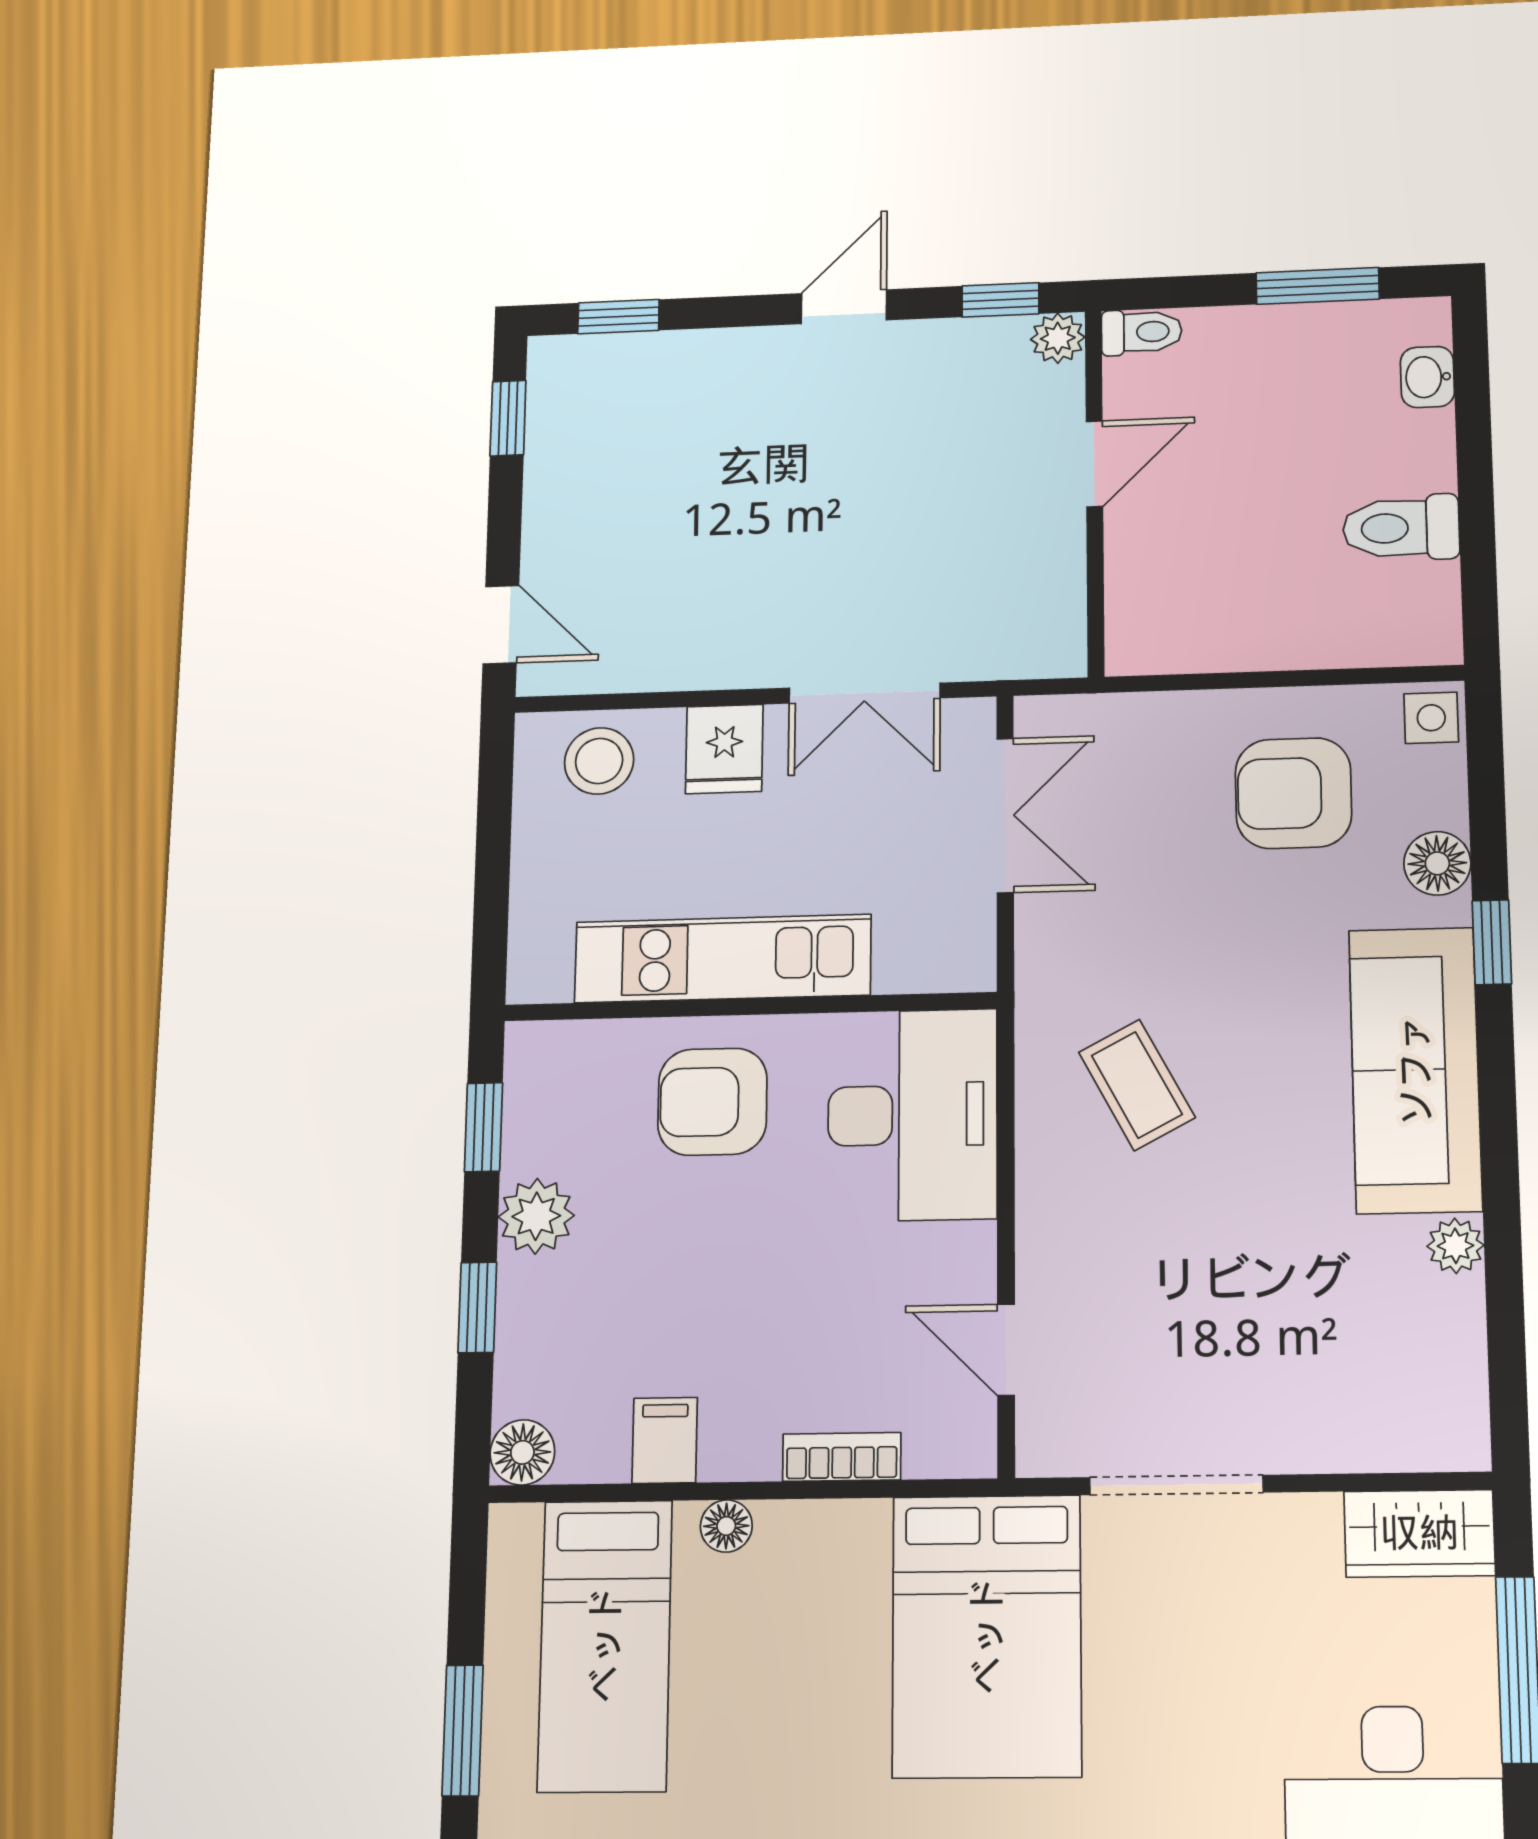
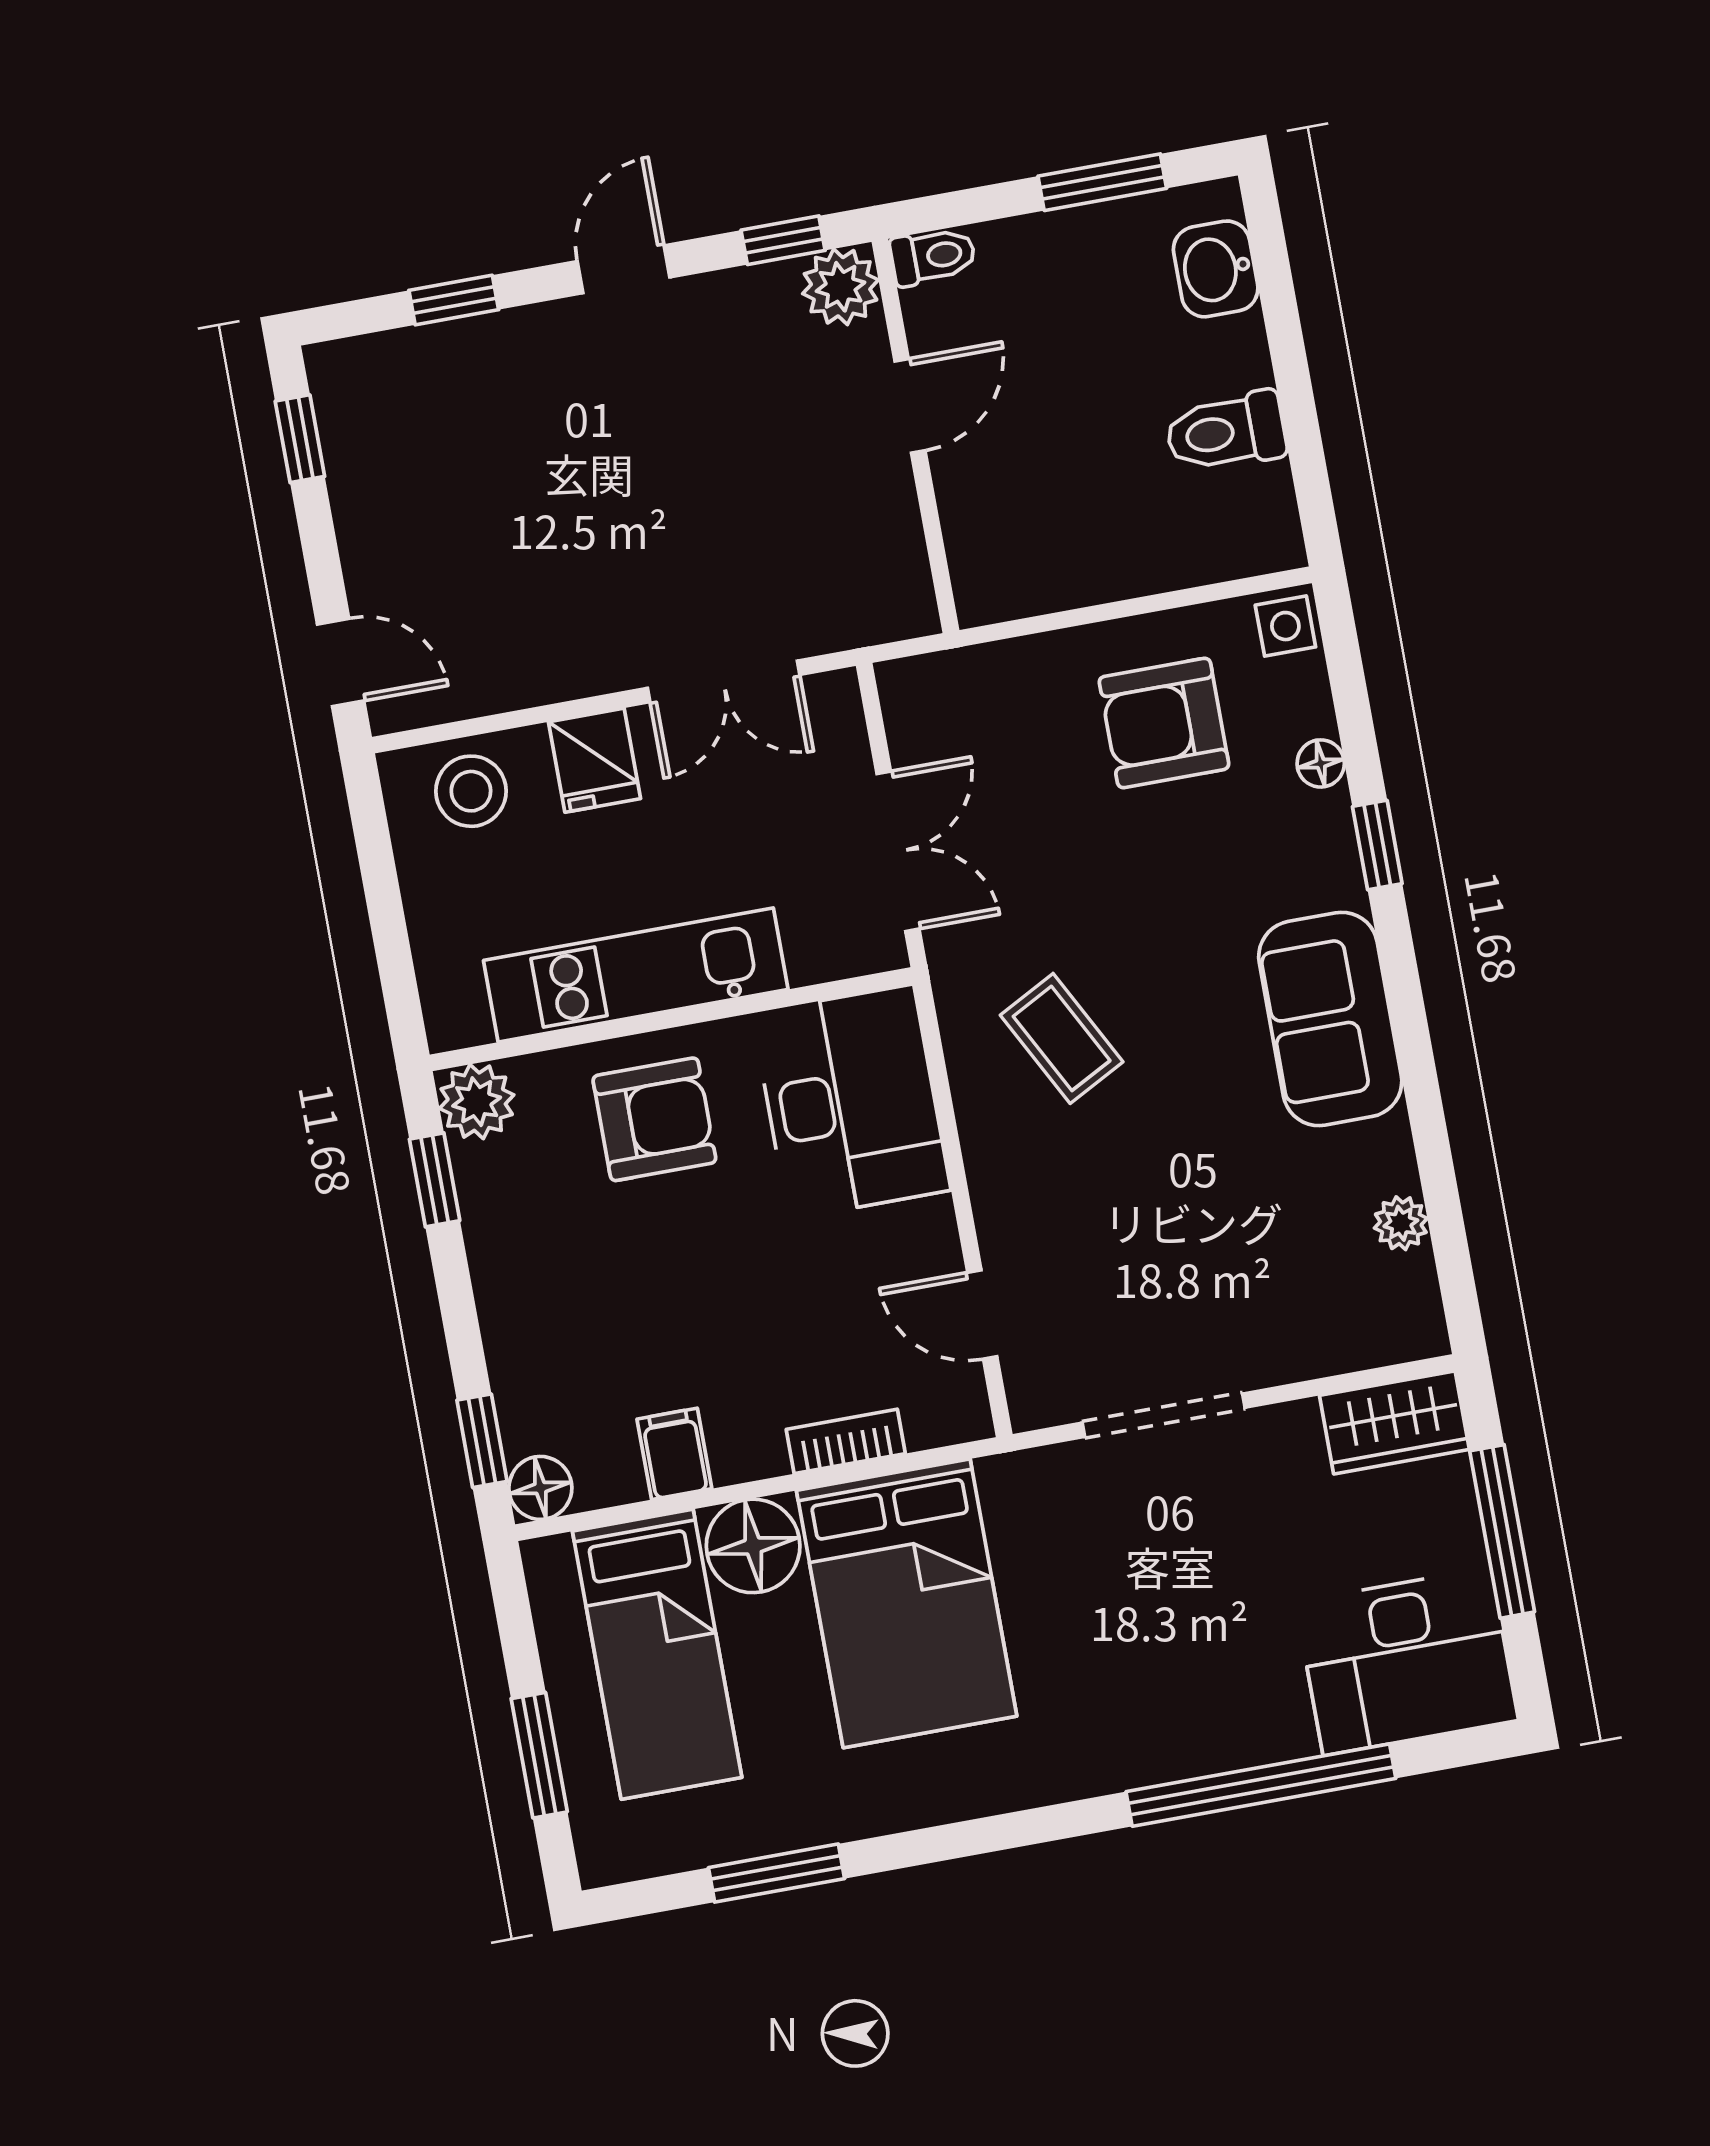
window: (618, 317) -> (454, 300), moved
plant: (1058, 338) -> (841, 287), width x1.38, depth x1.38
washbasin: (1427, 377) -> (1216, 269), width x1.38, depth x1.45
double door: (1005, 815) -> (898, 851), moved
floor lamp: (1437, 863) -> (1321, 763), width x0.73, depth x0.73
sofa: (1415, 1070) -> (1330, 1019), width x0.73
armchair: (712, 1102) -> (654, 1119), turned 180
plant: (536, 1216) -> (477, 1102), moved
plant: (1455, 1246) -> (1401, 1223), moved
window: (477, 1307) -> (482, 1441), moved
floor lamp: (726, 1526) -> (753, 1546), width x1.89, depth x1.89
bed: (987, 1636) -> (907, 1603), moved

